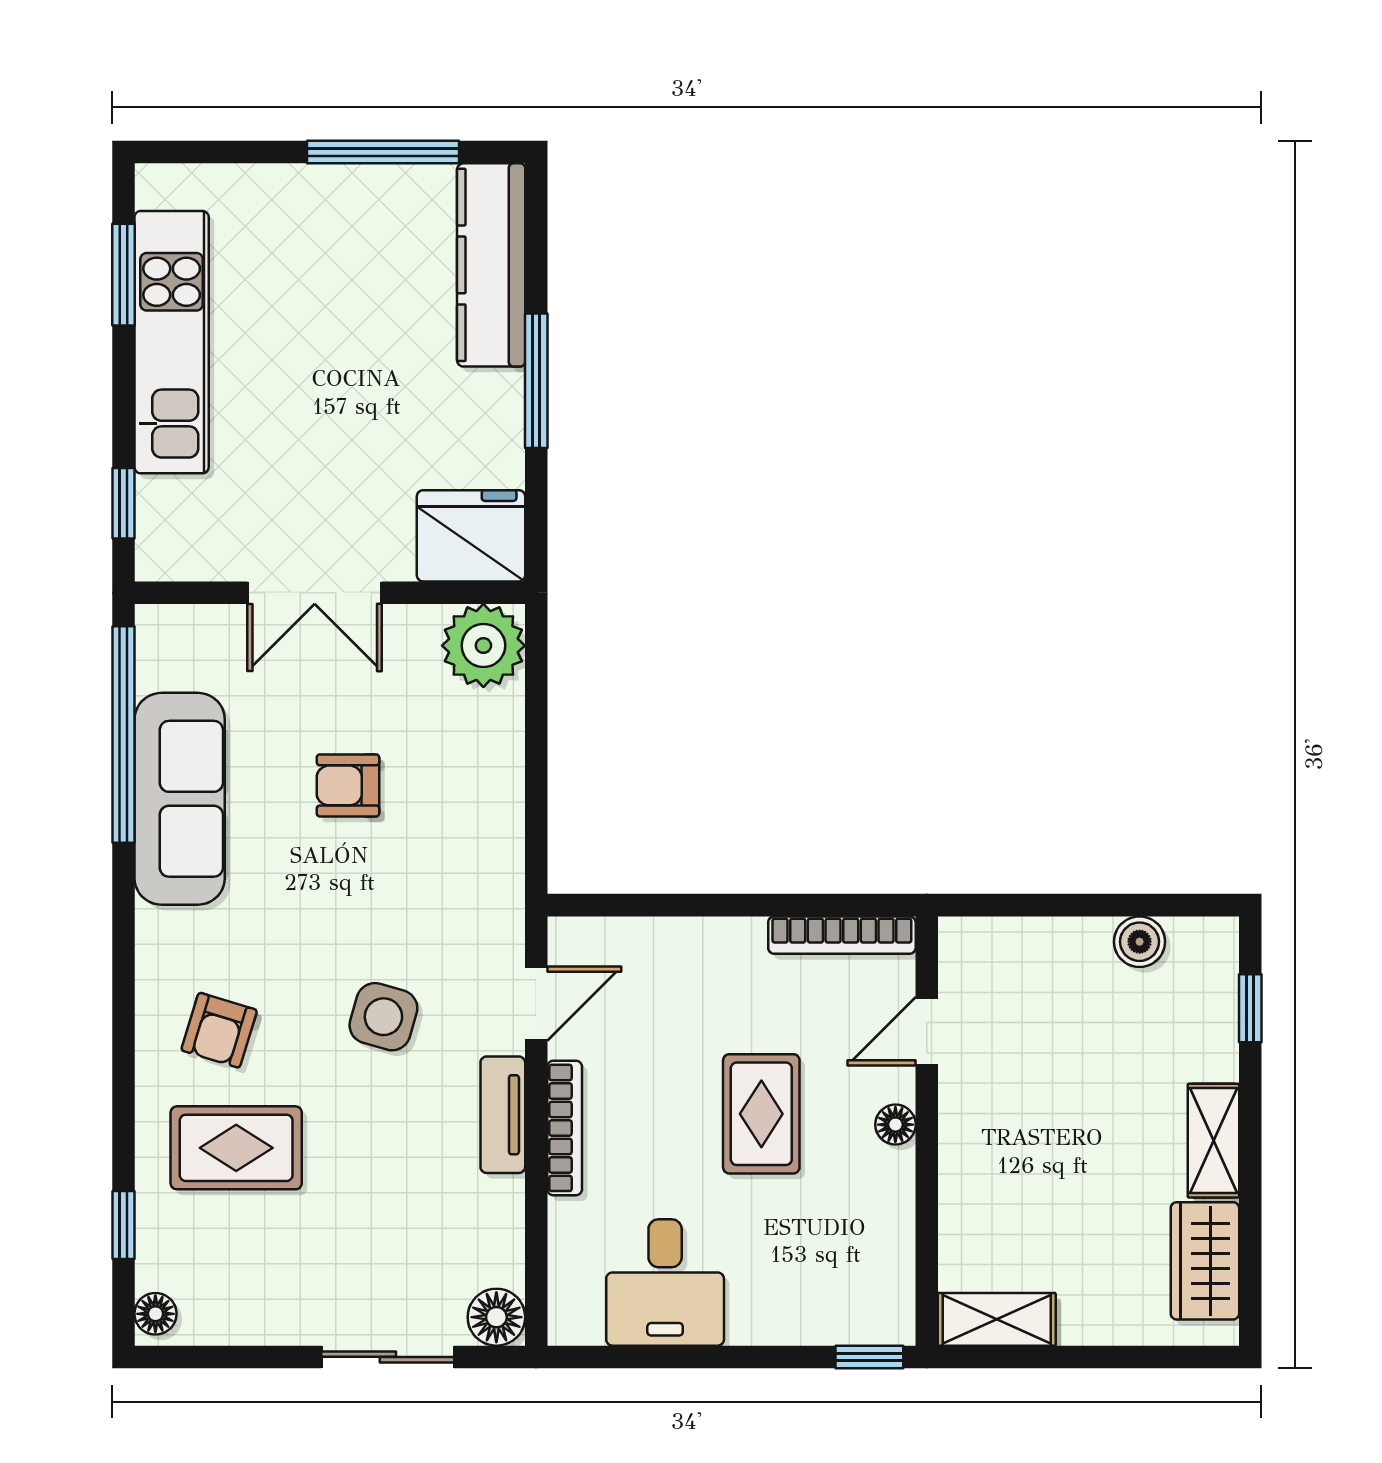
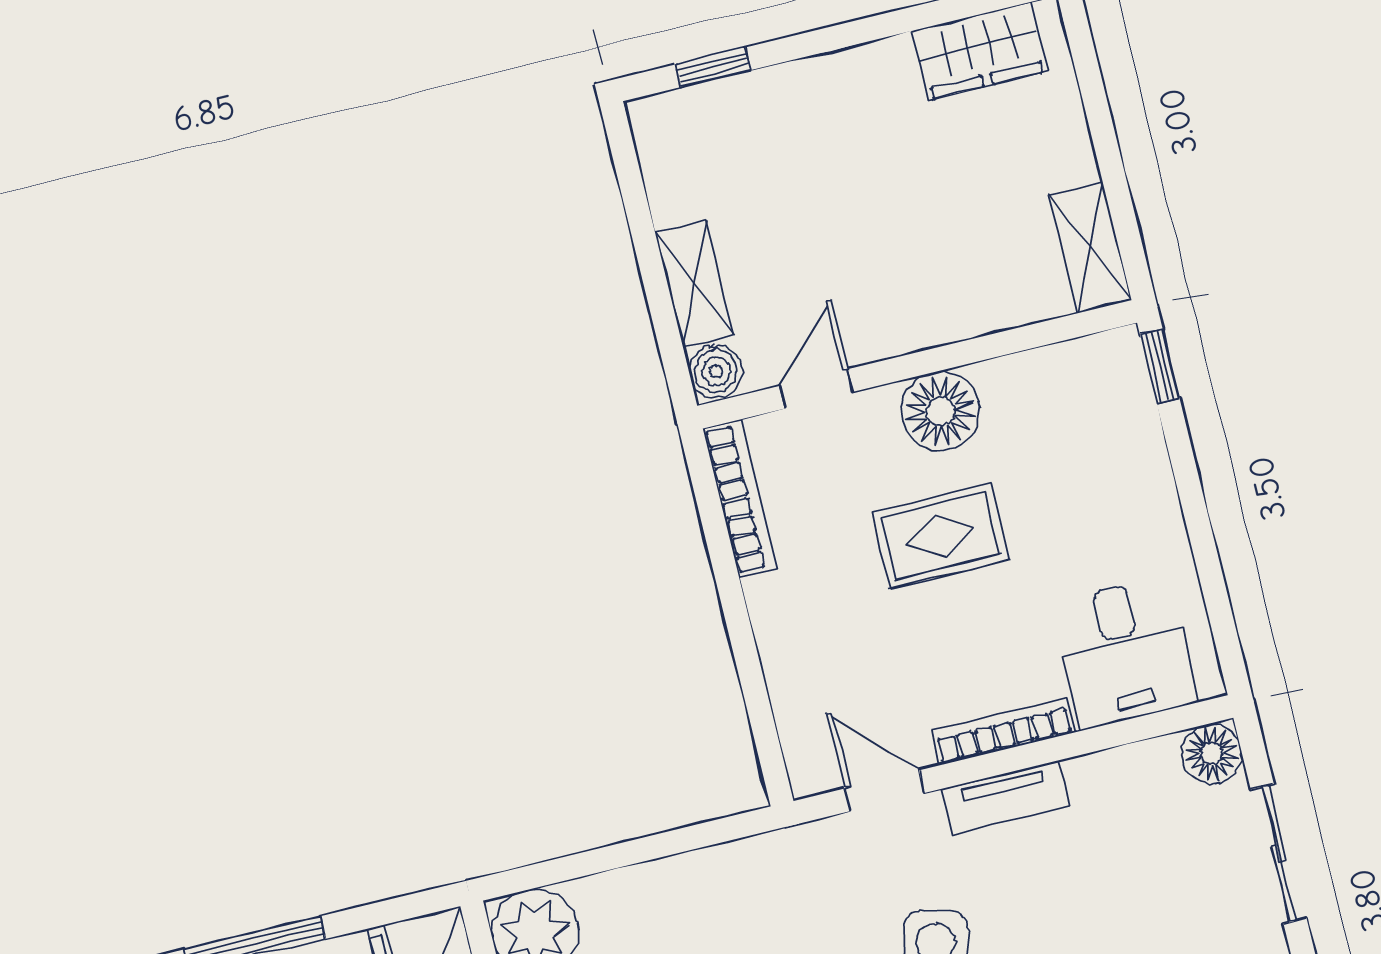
boiler: (1140, 942) -> (716, 371), moved
door: (927, 1031) -> (816, 389), swing flipped
floor lamp: (895, 1125) -> (941, 411), width x1.89, depth x1.89
shelving: (1213, 1141) -> (695, 283), moved, turned 90
desk: (665, 1282) -> (1124, 653), moved, turned 90

